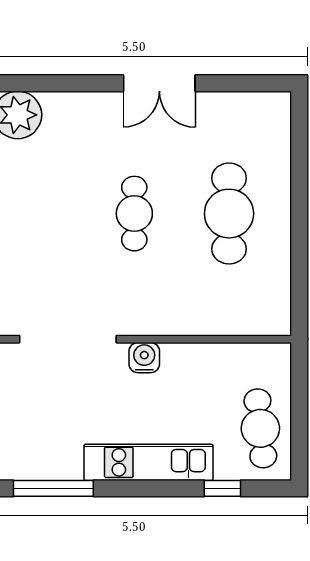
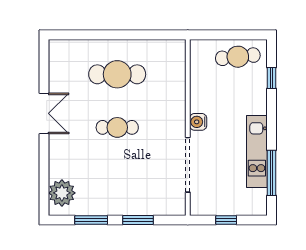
kitchen unit: (148, 462) -> (257, 151), moved

